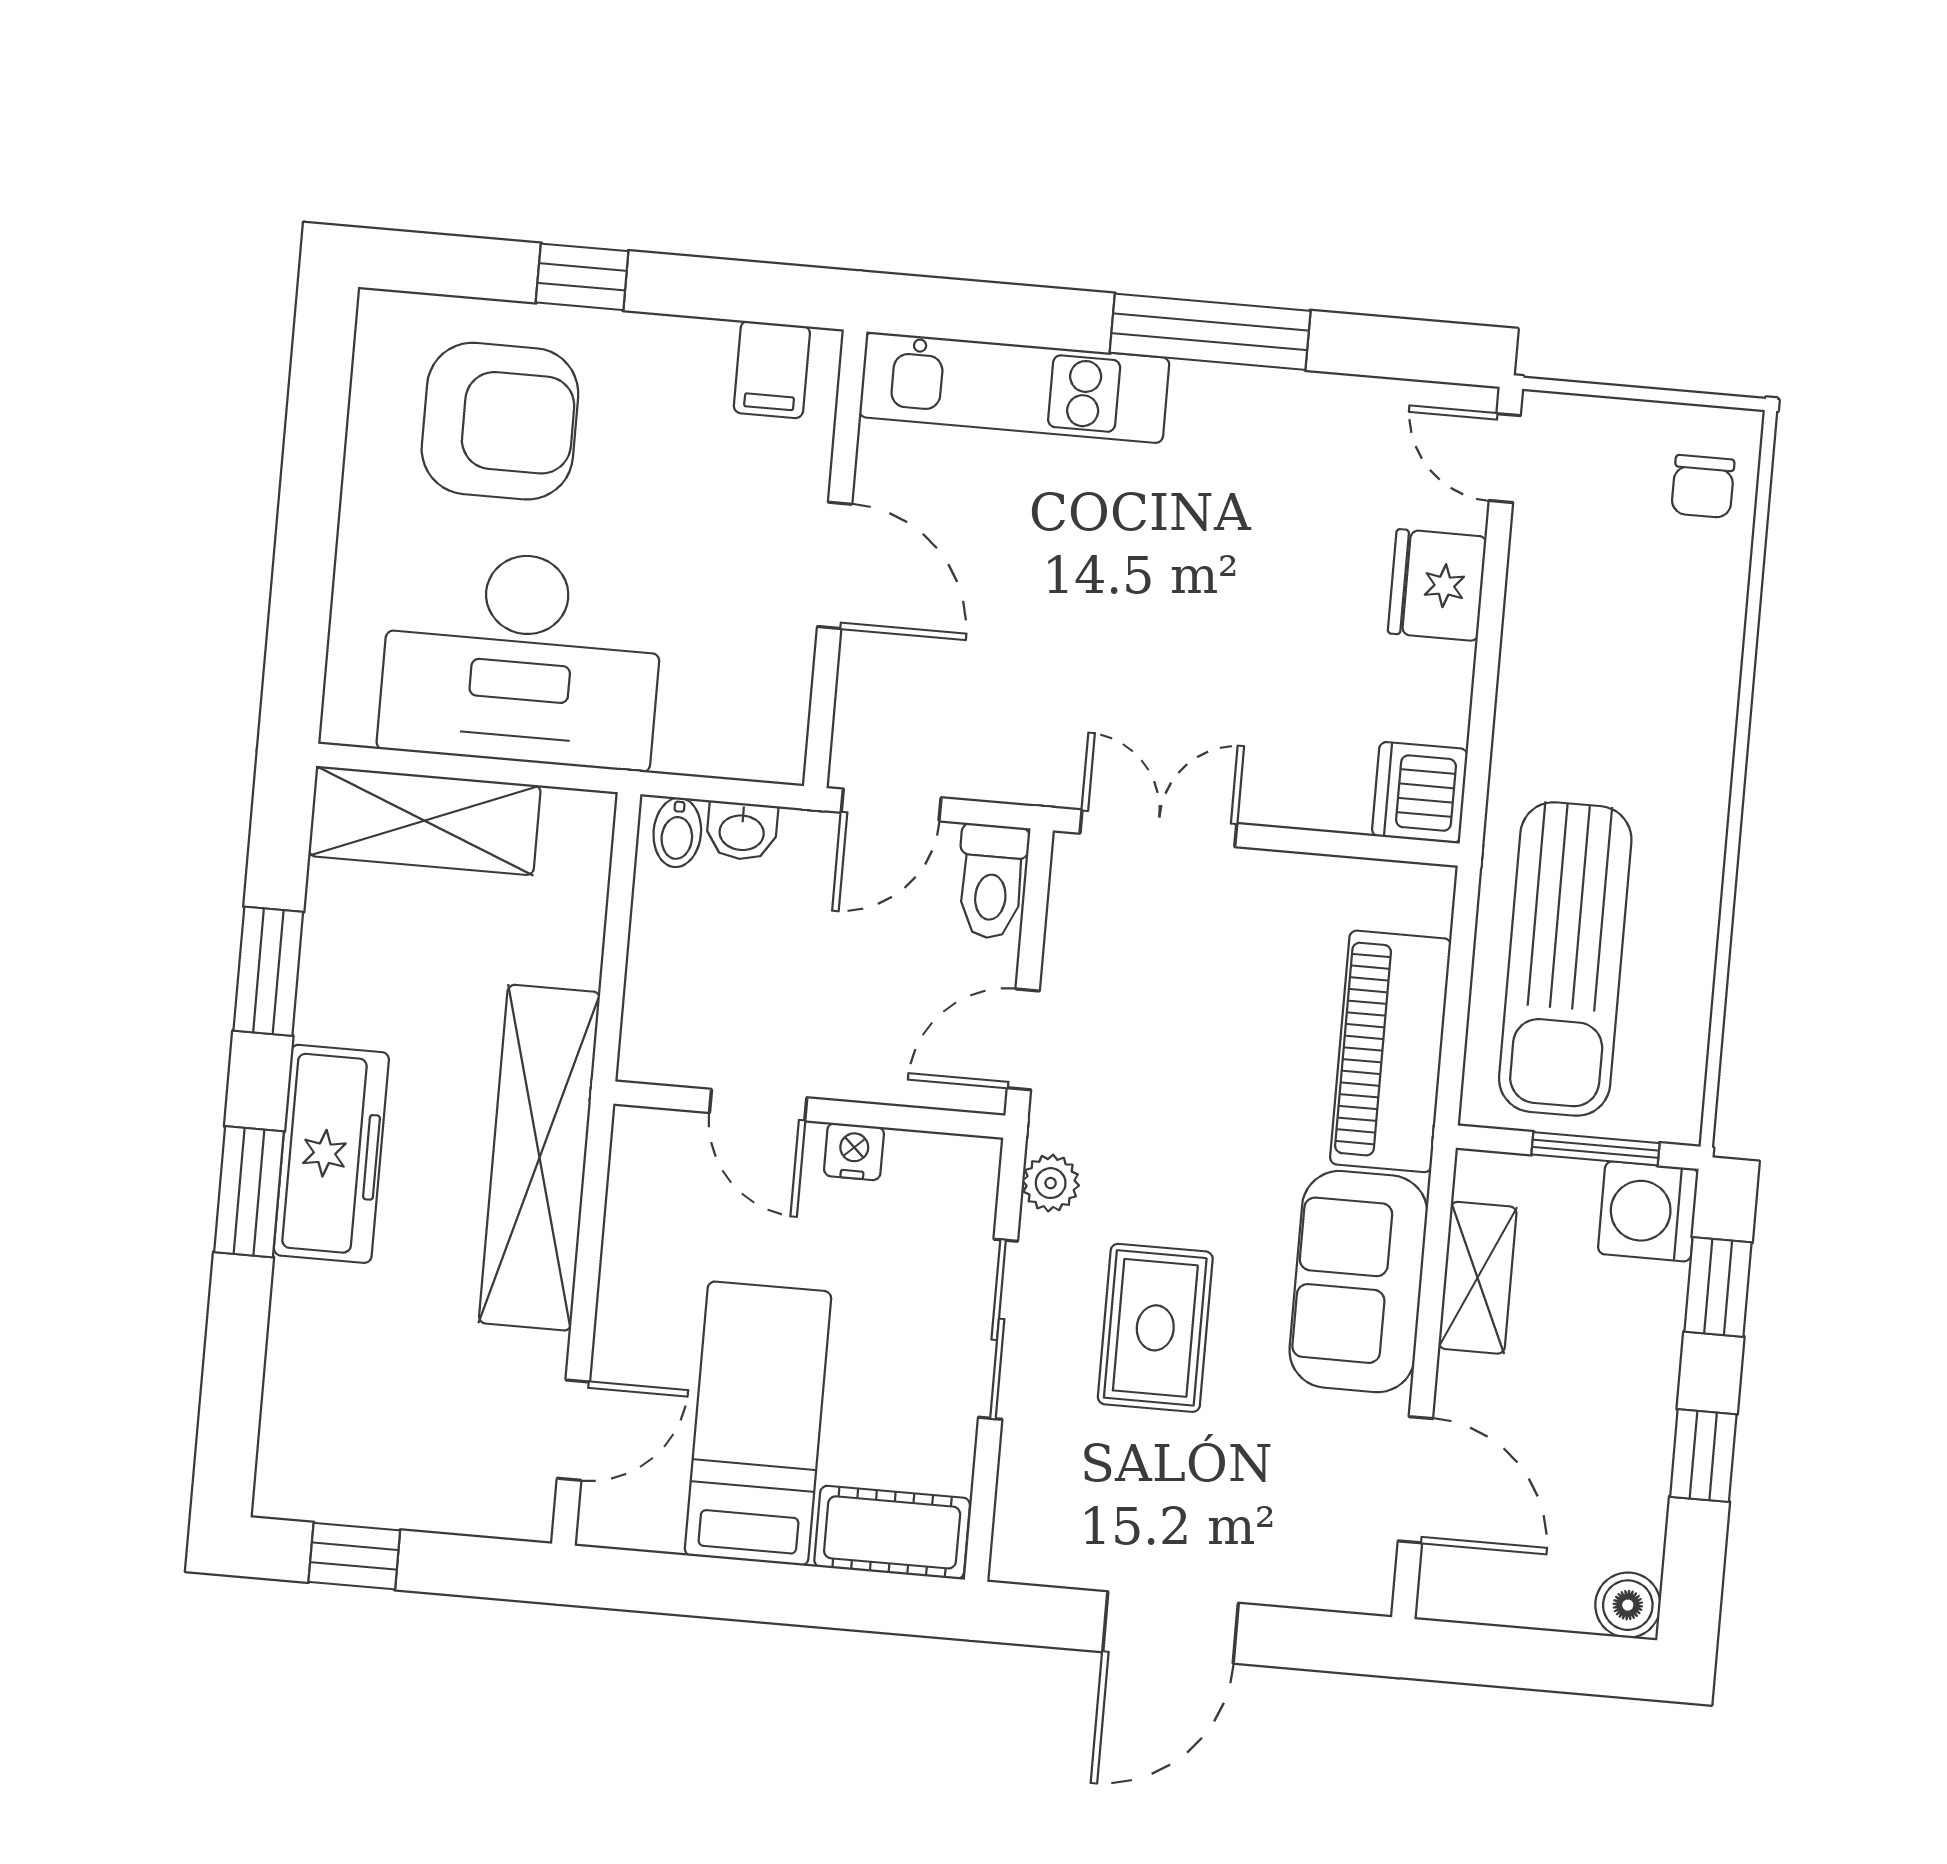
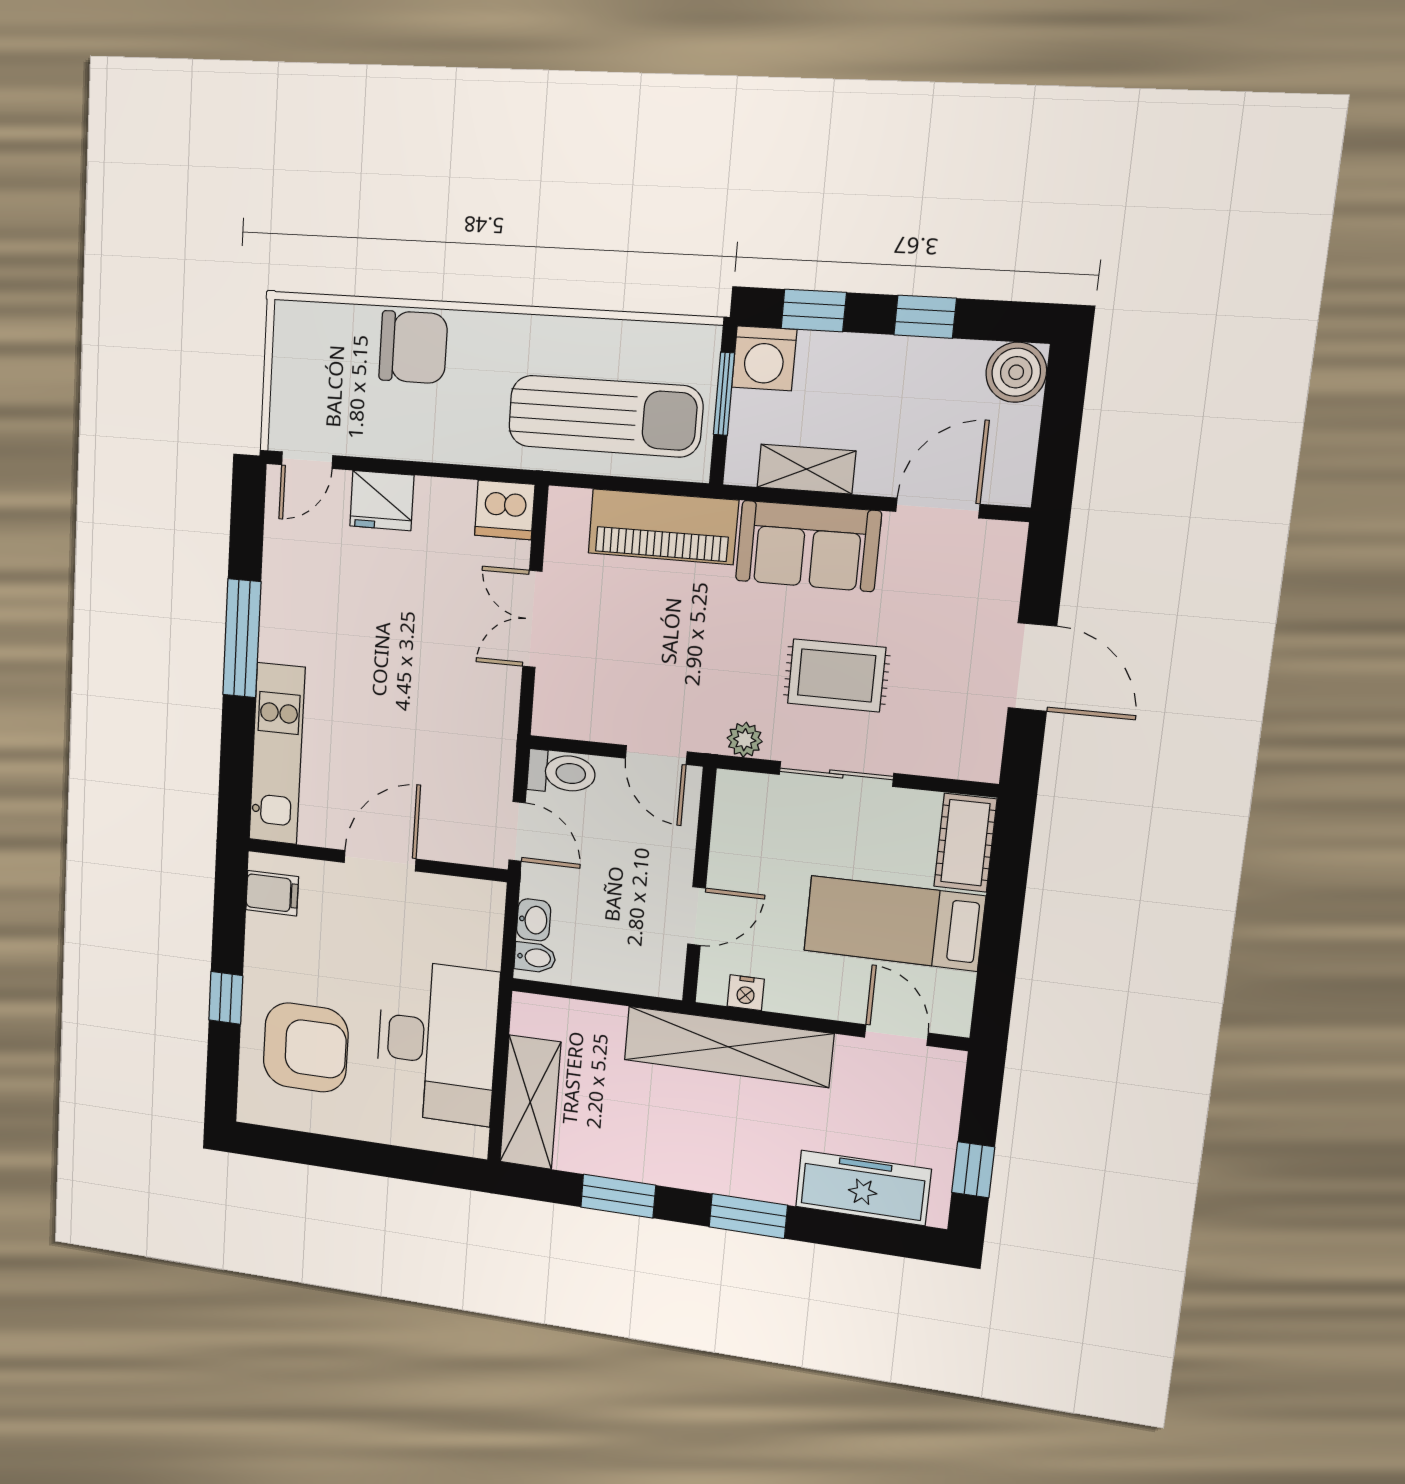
armchair: (500, 421) -> (306, 1047), turned 90
chair: (1703, 487) -> (413, 347), moved, width x1.87, depth x1.87
double door: (1158, 828) -> (532, 619), moved
nightstand: (854, 1152) -> (746, 993), moved, turned -90
freezer: (331, 1154) -> (863, 1188), moved
boiler: (1628, 1605) -> (1016, 372), width x1.36, depth x1.36

